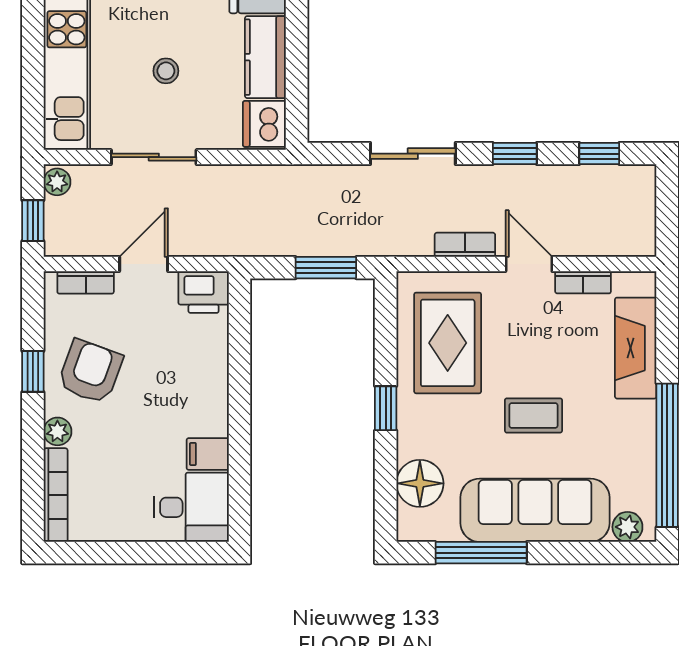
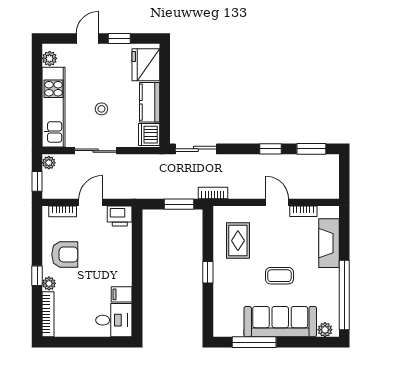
sliding door: (413, 154) -> (196, 149), moved
window: (599, 154) -> (311, 149), width x1.50
bookcase: (465, 245) -> (213, 193), moved
rug: (448, 343) -> (238, 241), width x0.73, depth x0.70
window: (33, 371) -> (37, 276), moved
armchair: (90, 372) -> (65, 254), turned 70
floor lamp: (420, 483) -> (224, 309), removed

